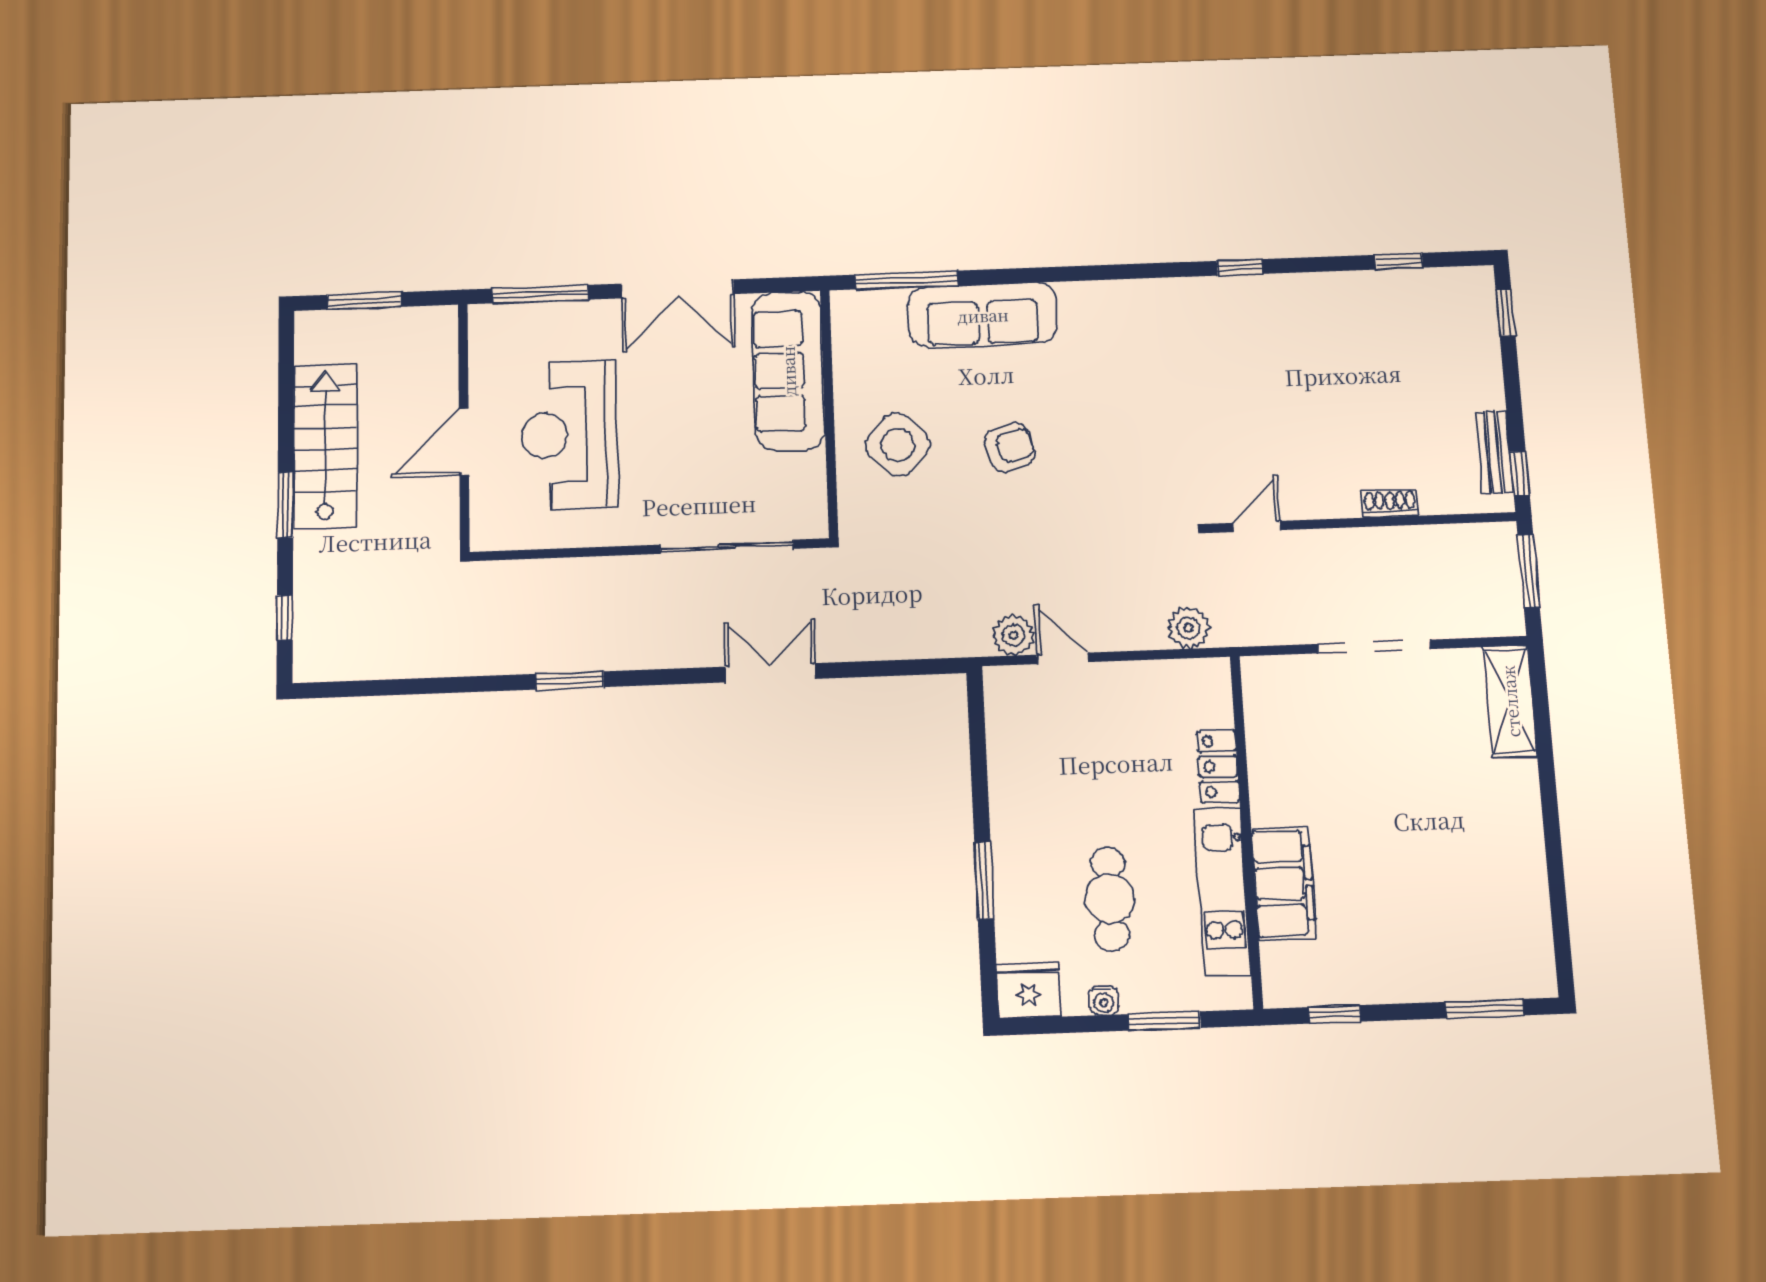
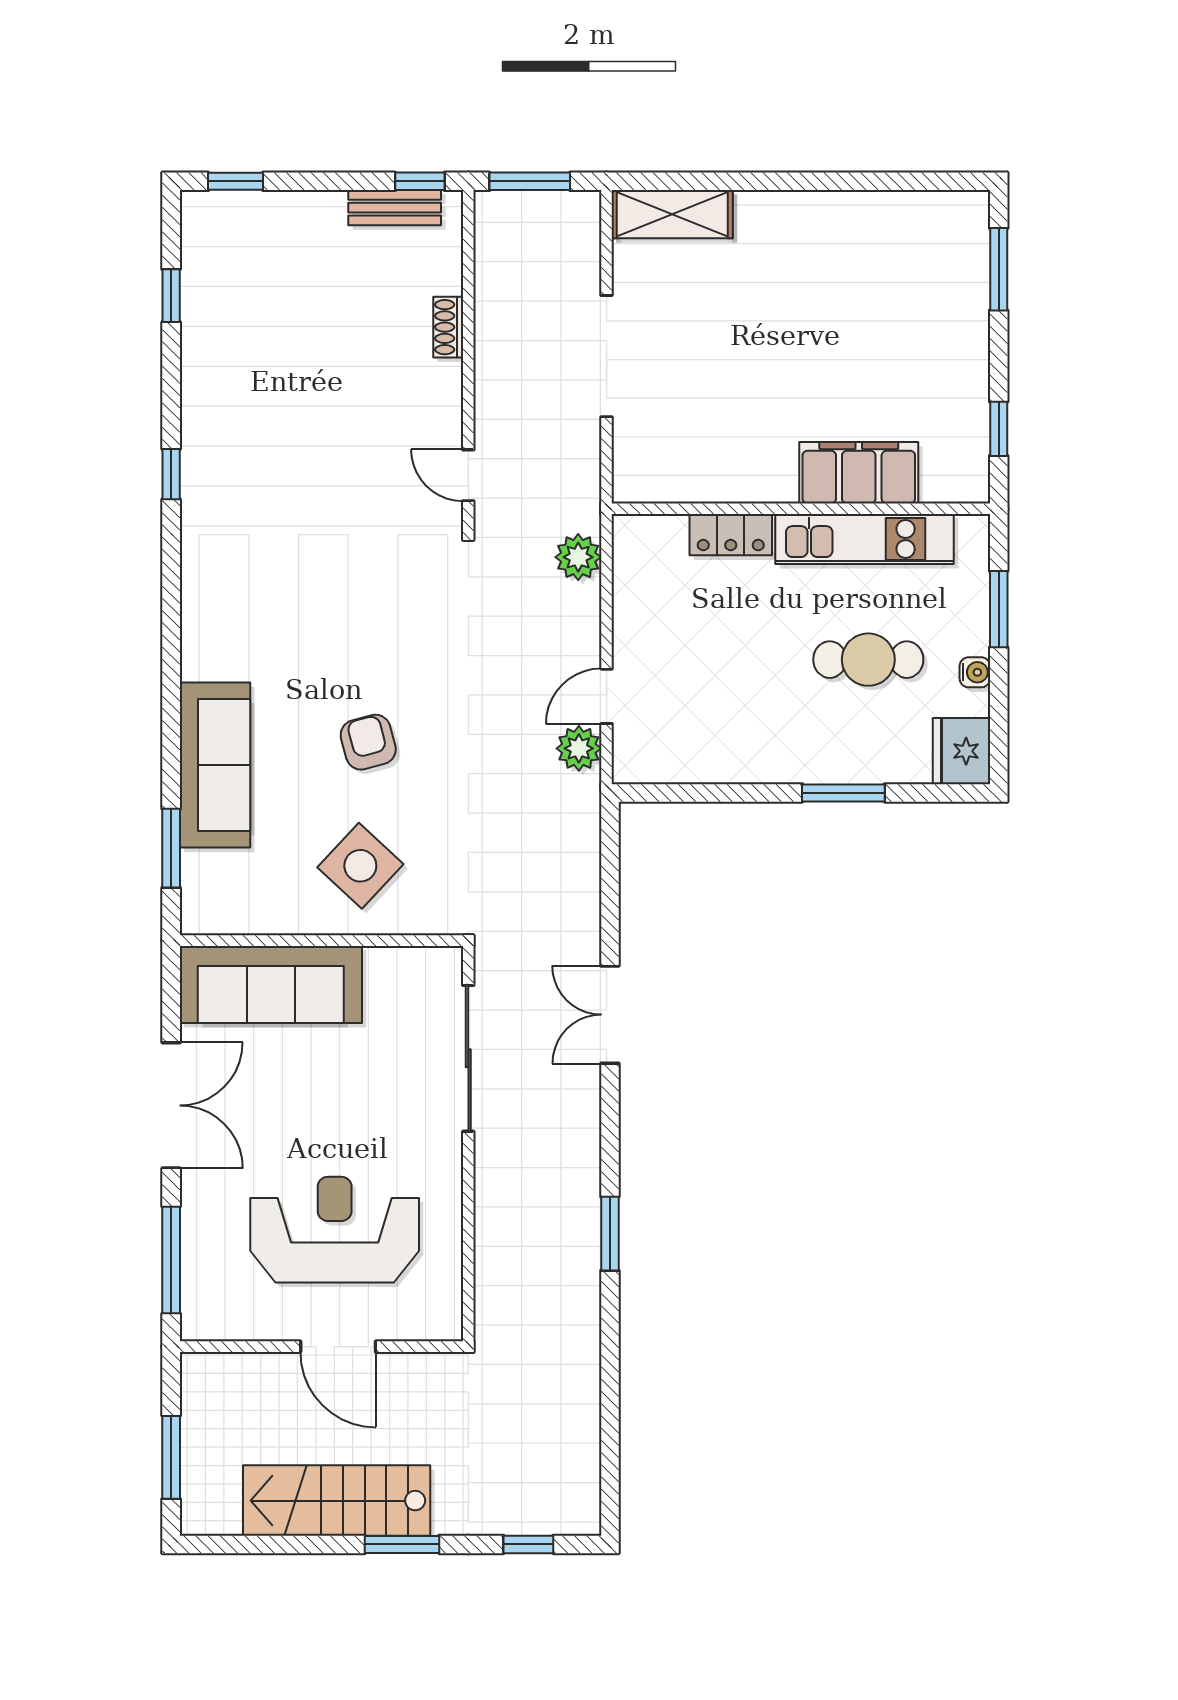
window: (907, 280) -> (171, 848), width x0.69
reception desk: (569, 435) -> (335, 1230), turned 180

